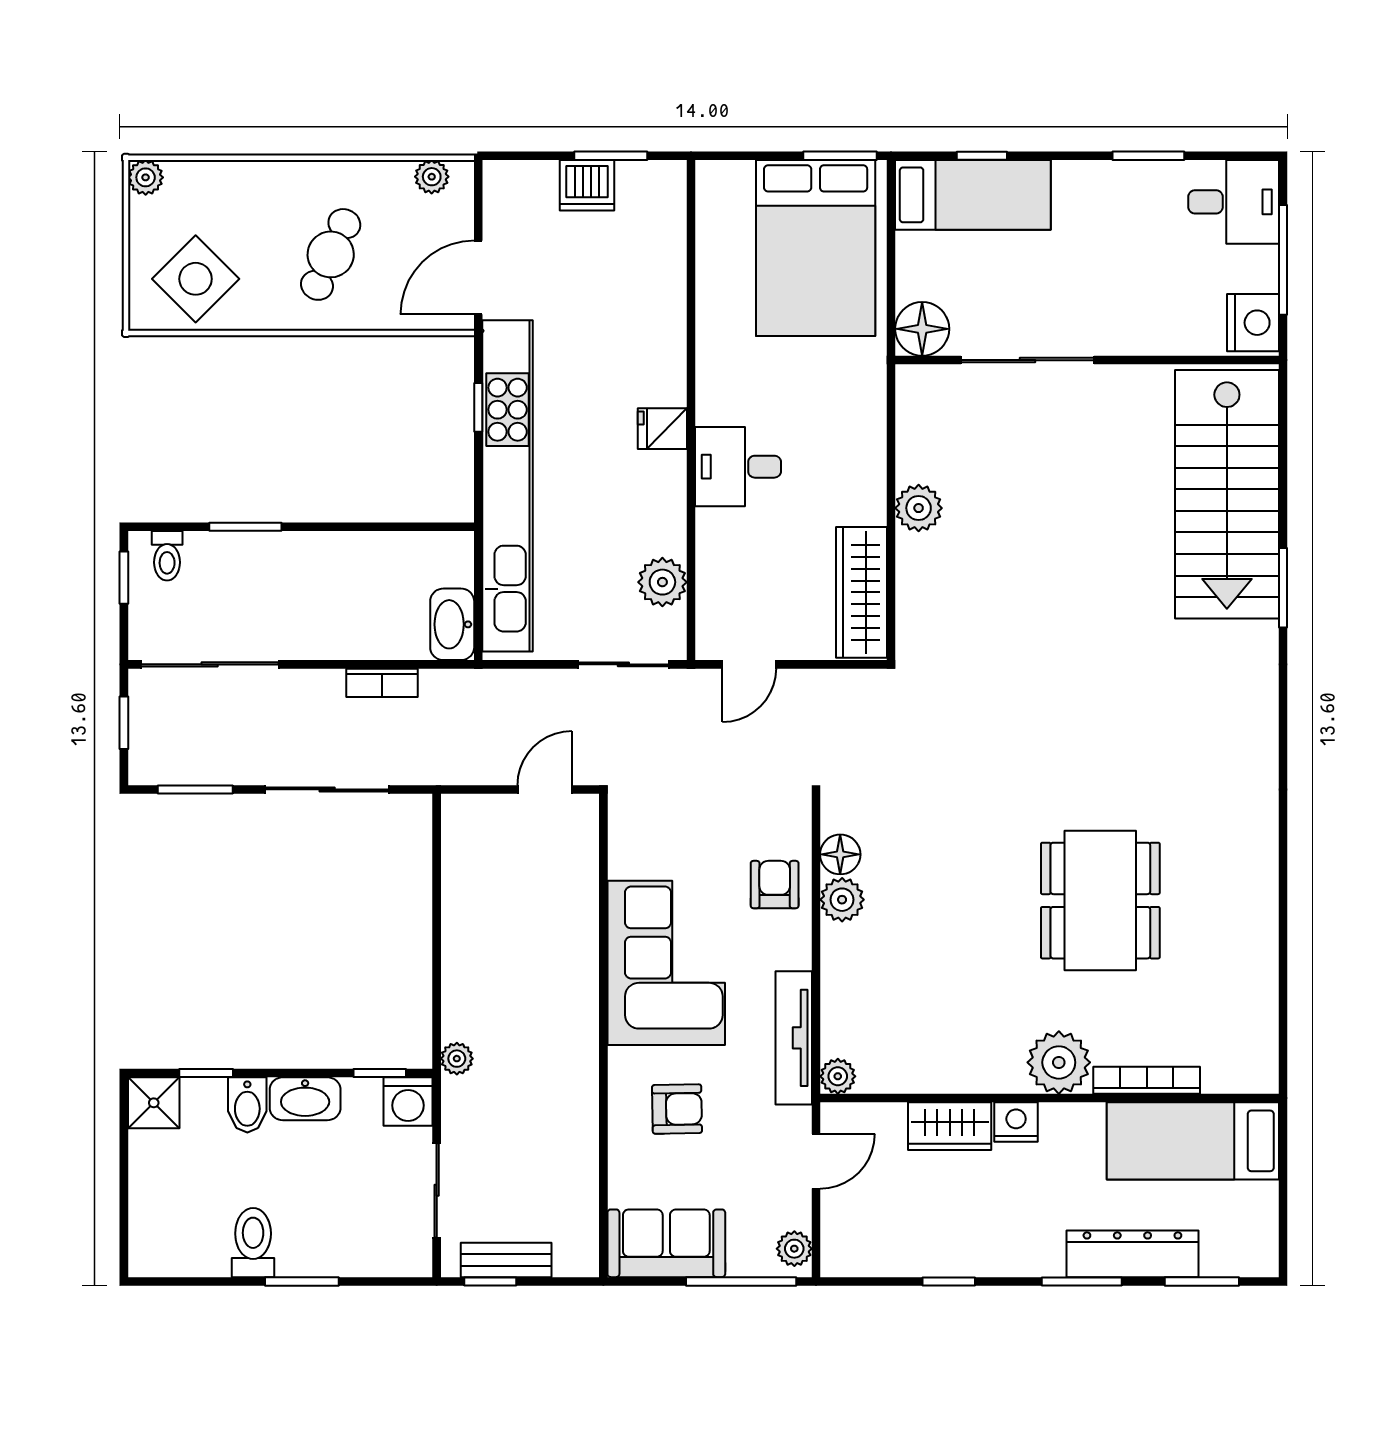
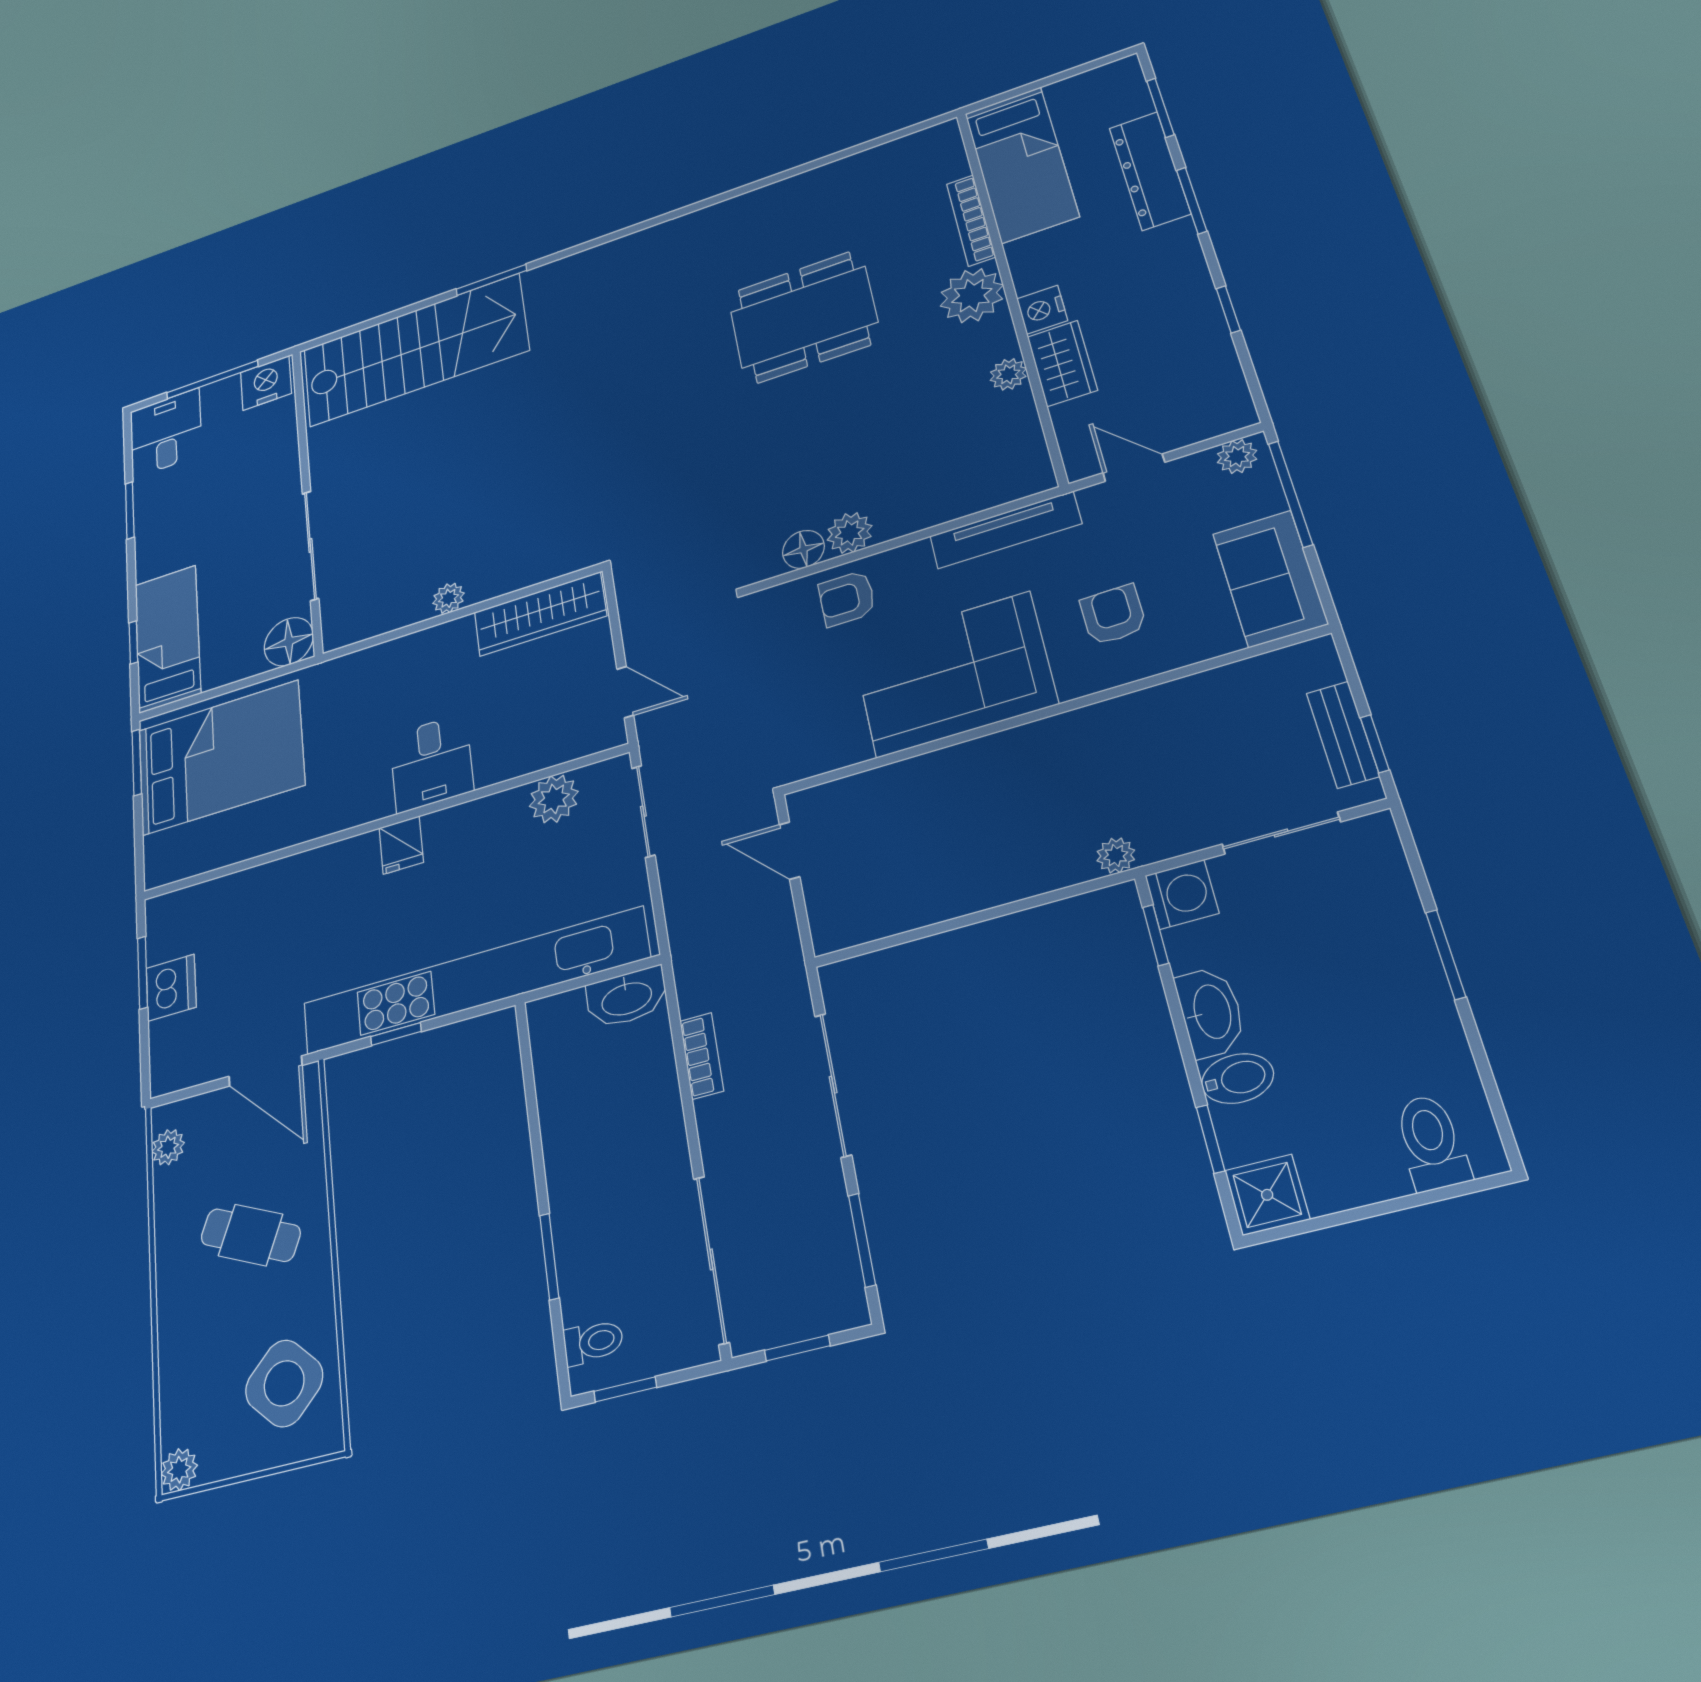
plant: (919, 508) -> (448, 598), width x0.73, depth x0.73
plant: (838, 1076) -> (1008, 374), moved
toilet: (253, 1243) -> (1431, 1142), moved, turned 90

